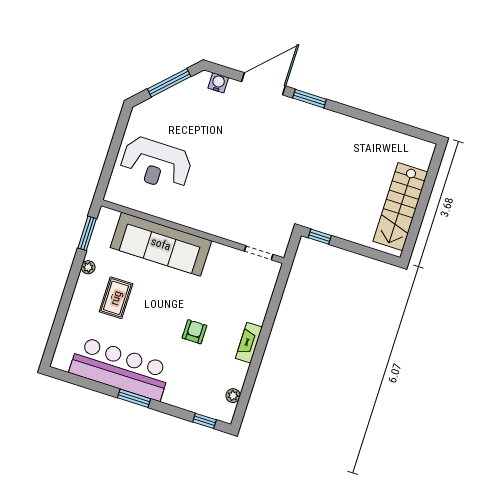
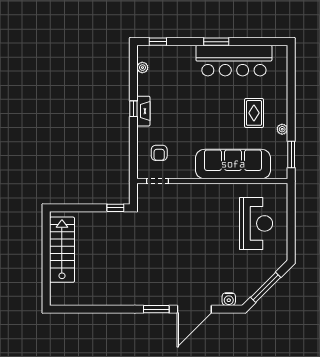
reception desk: (156, 164) -> (256, 223), turned 90
armchair: (194, 332) -> (159, 153), moved
window: (260, 349) -> (133, 109), added

